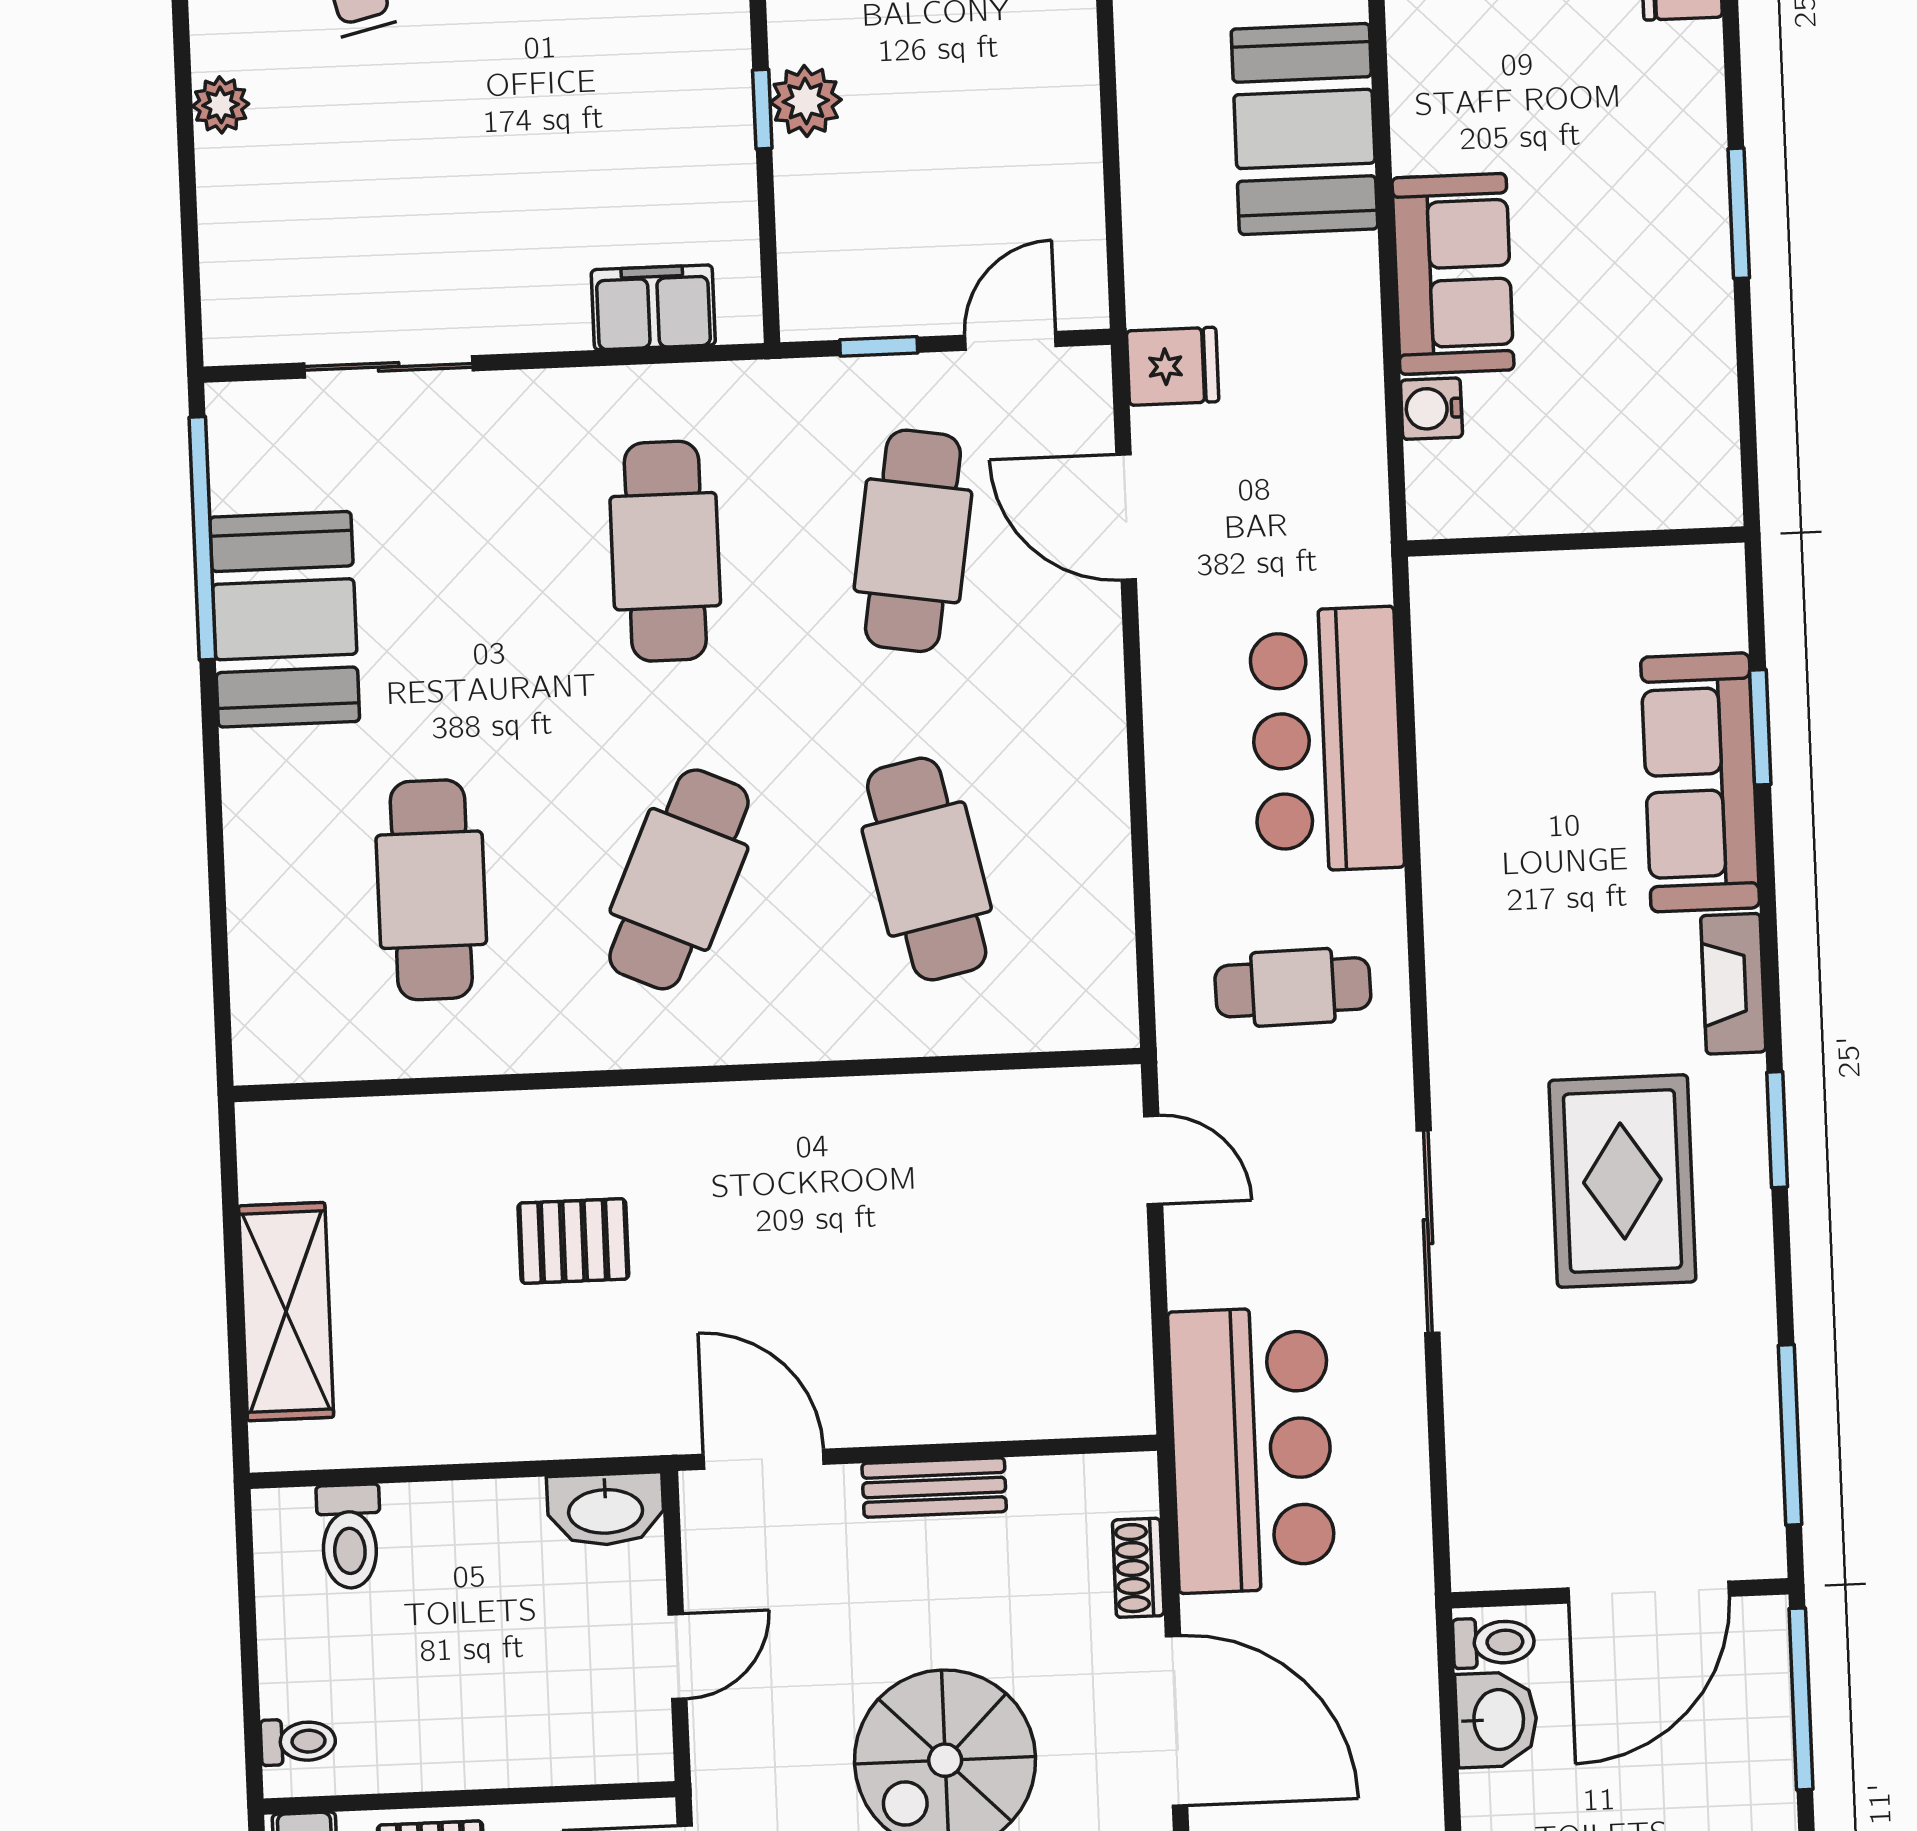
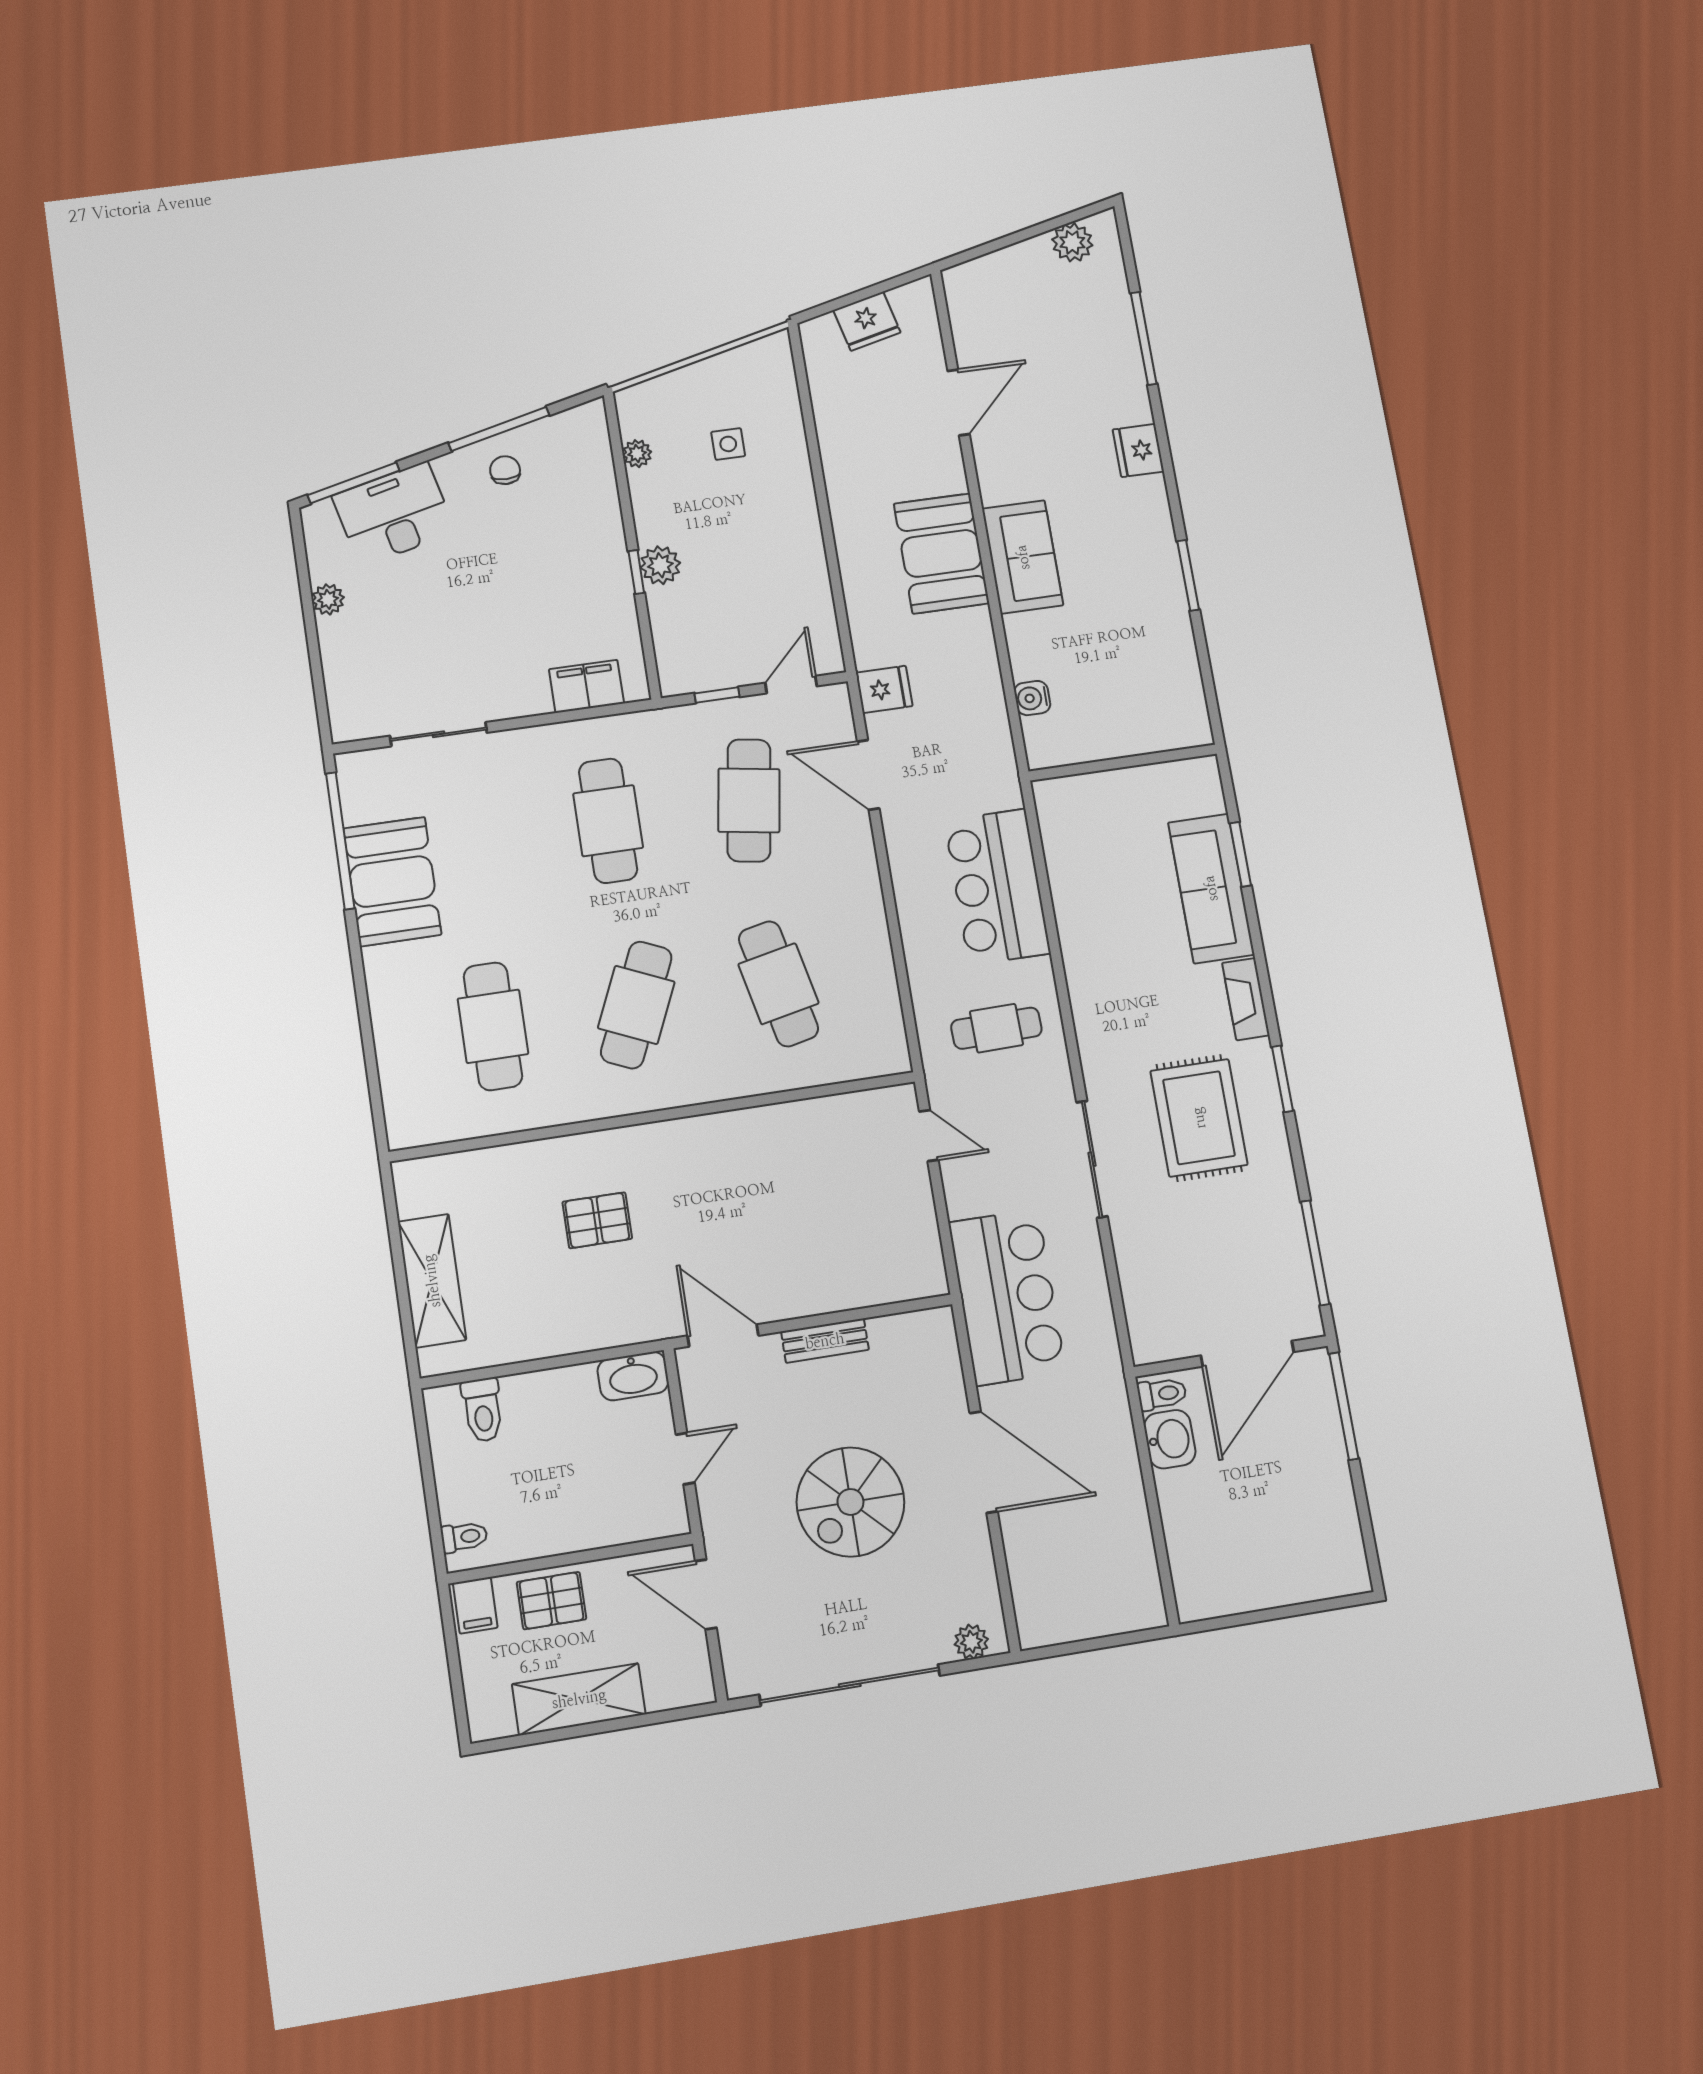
sofa: (1453, 274) -> (1023, 557), moved
shoe rack: (1138, 1568) -> (950, 1374), removed

